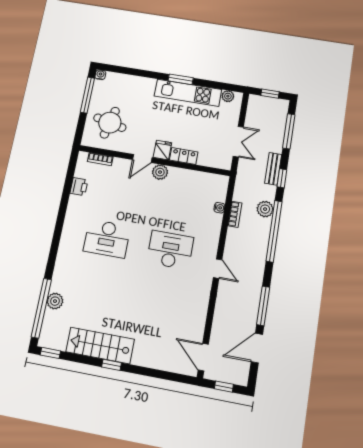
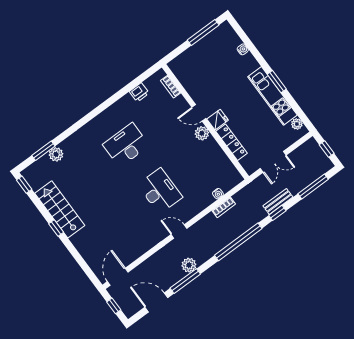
water cooler: (100, 75) -> (243, 49), moved
round table: (110, 123) -> (200, 67), removed
locker: (184, 156) -> (232, 142), width x1.53
plant: (265, 209) -> (189, 265), moved
desk: (107, 239) -> (126, 145), turned 90
door: (218, 269) -> (179, 231), swing flipped
window: (41, 308) -> (43, 151), width x0.47

